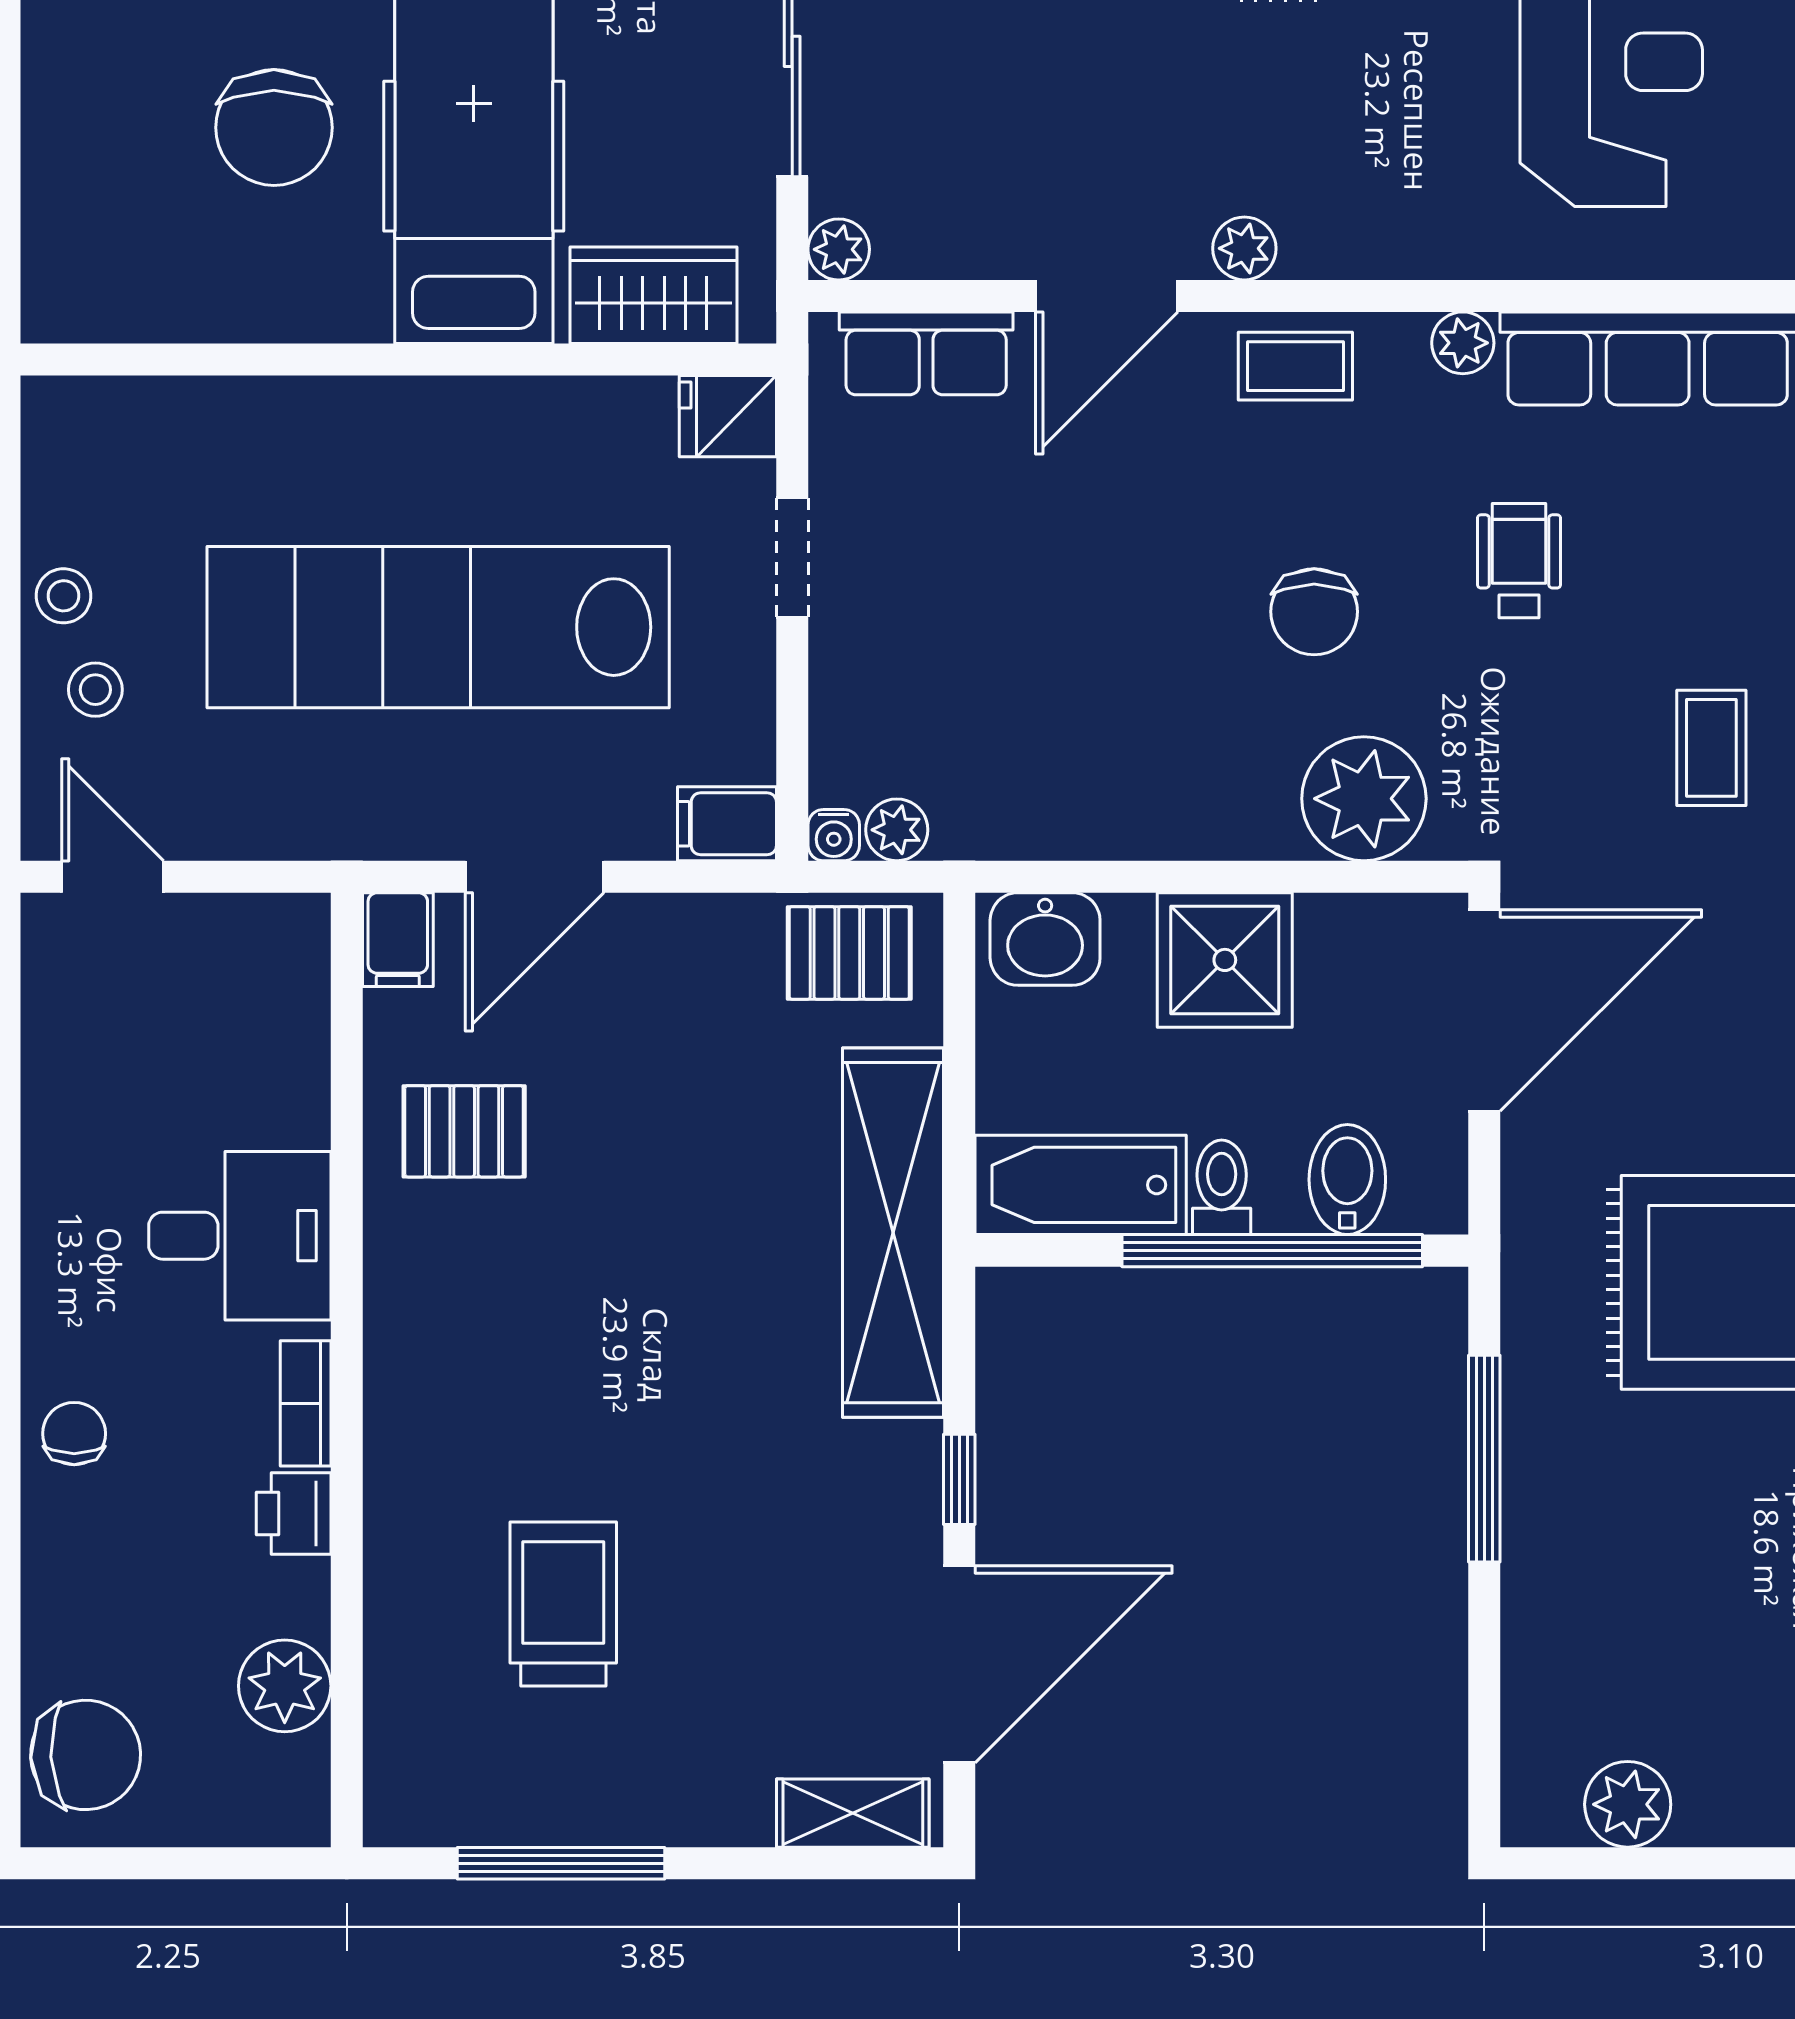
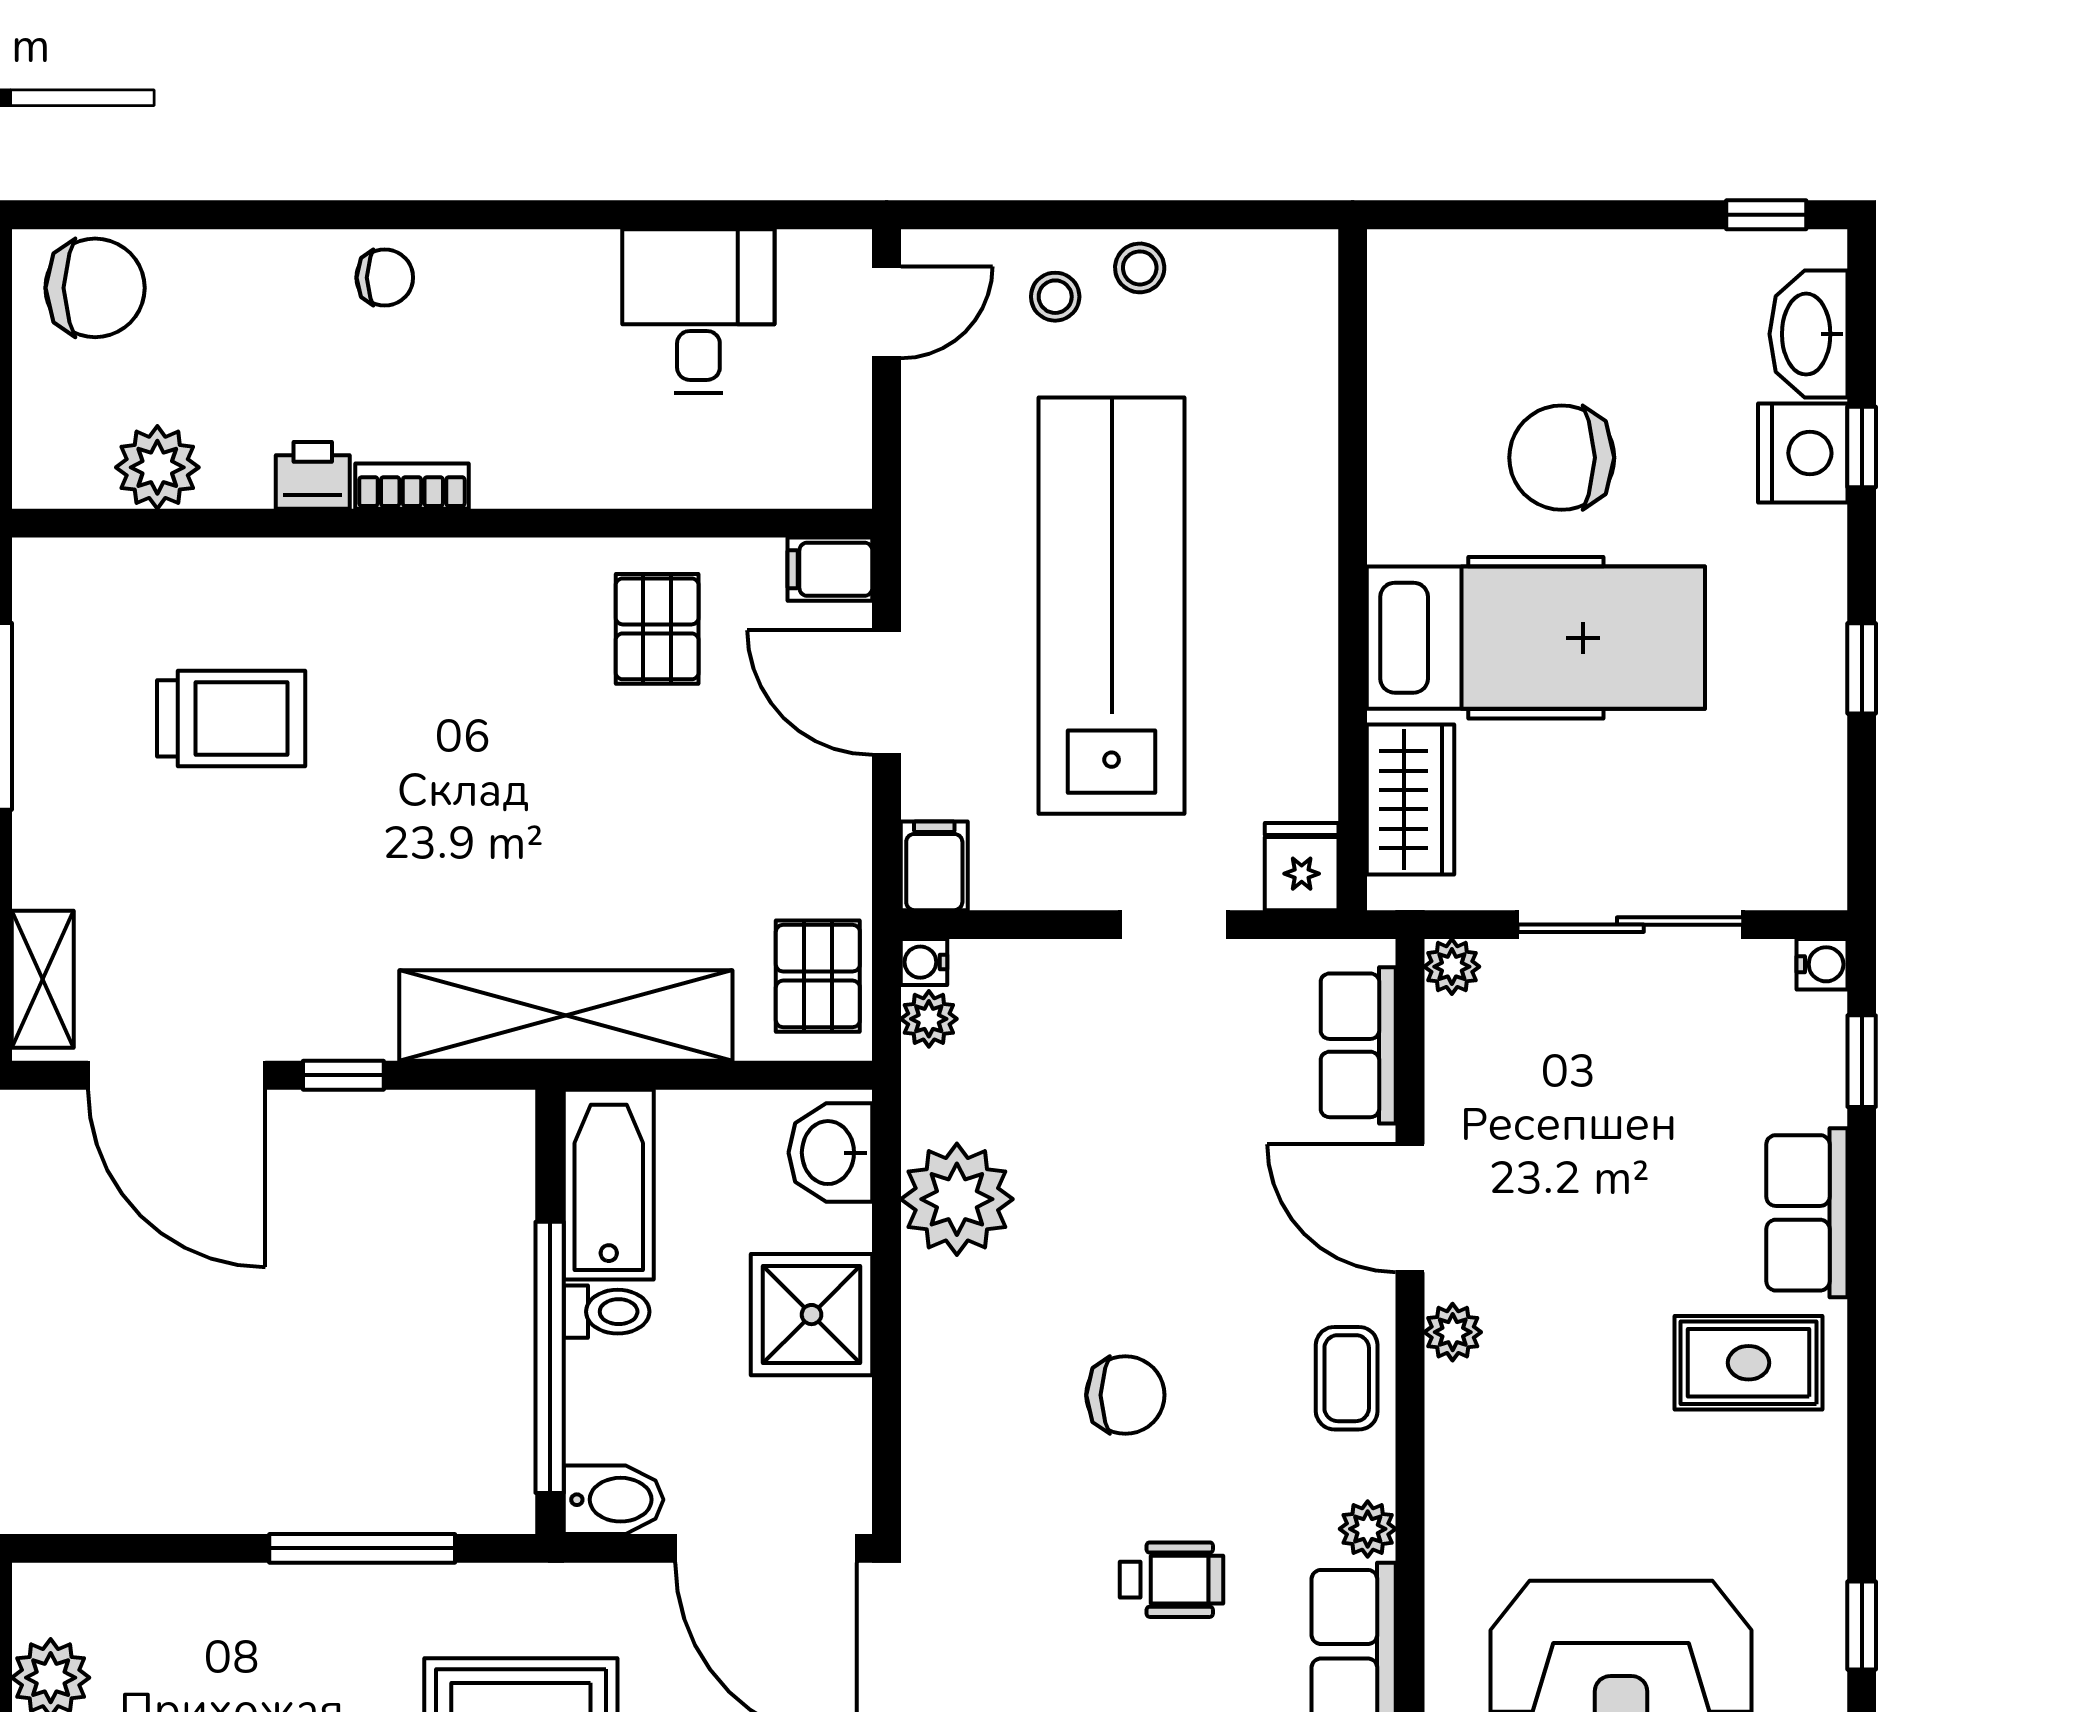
chair: (1314, 612) -> (1125, 1395), turned 180
plant: (1364, 799) -> (957, 1199), moved
bidet: (1347, 1180) -> (614, 1500), moved
desk: (240, 1236) -> (698, 311), moved, turned 180
chair: (86, 1755) -> (95, 288), turned -87

